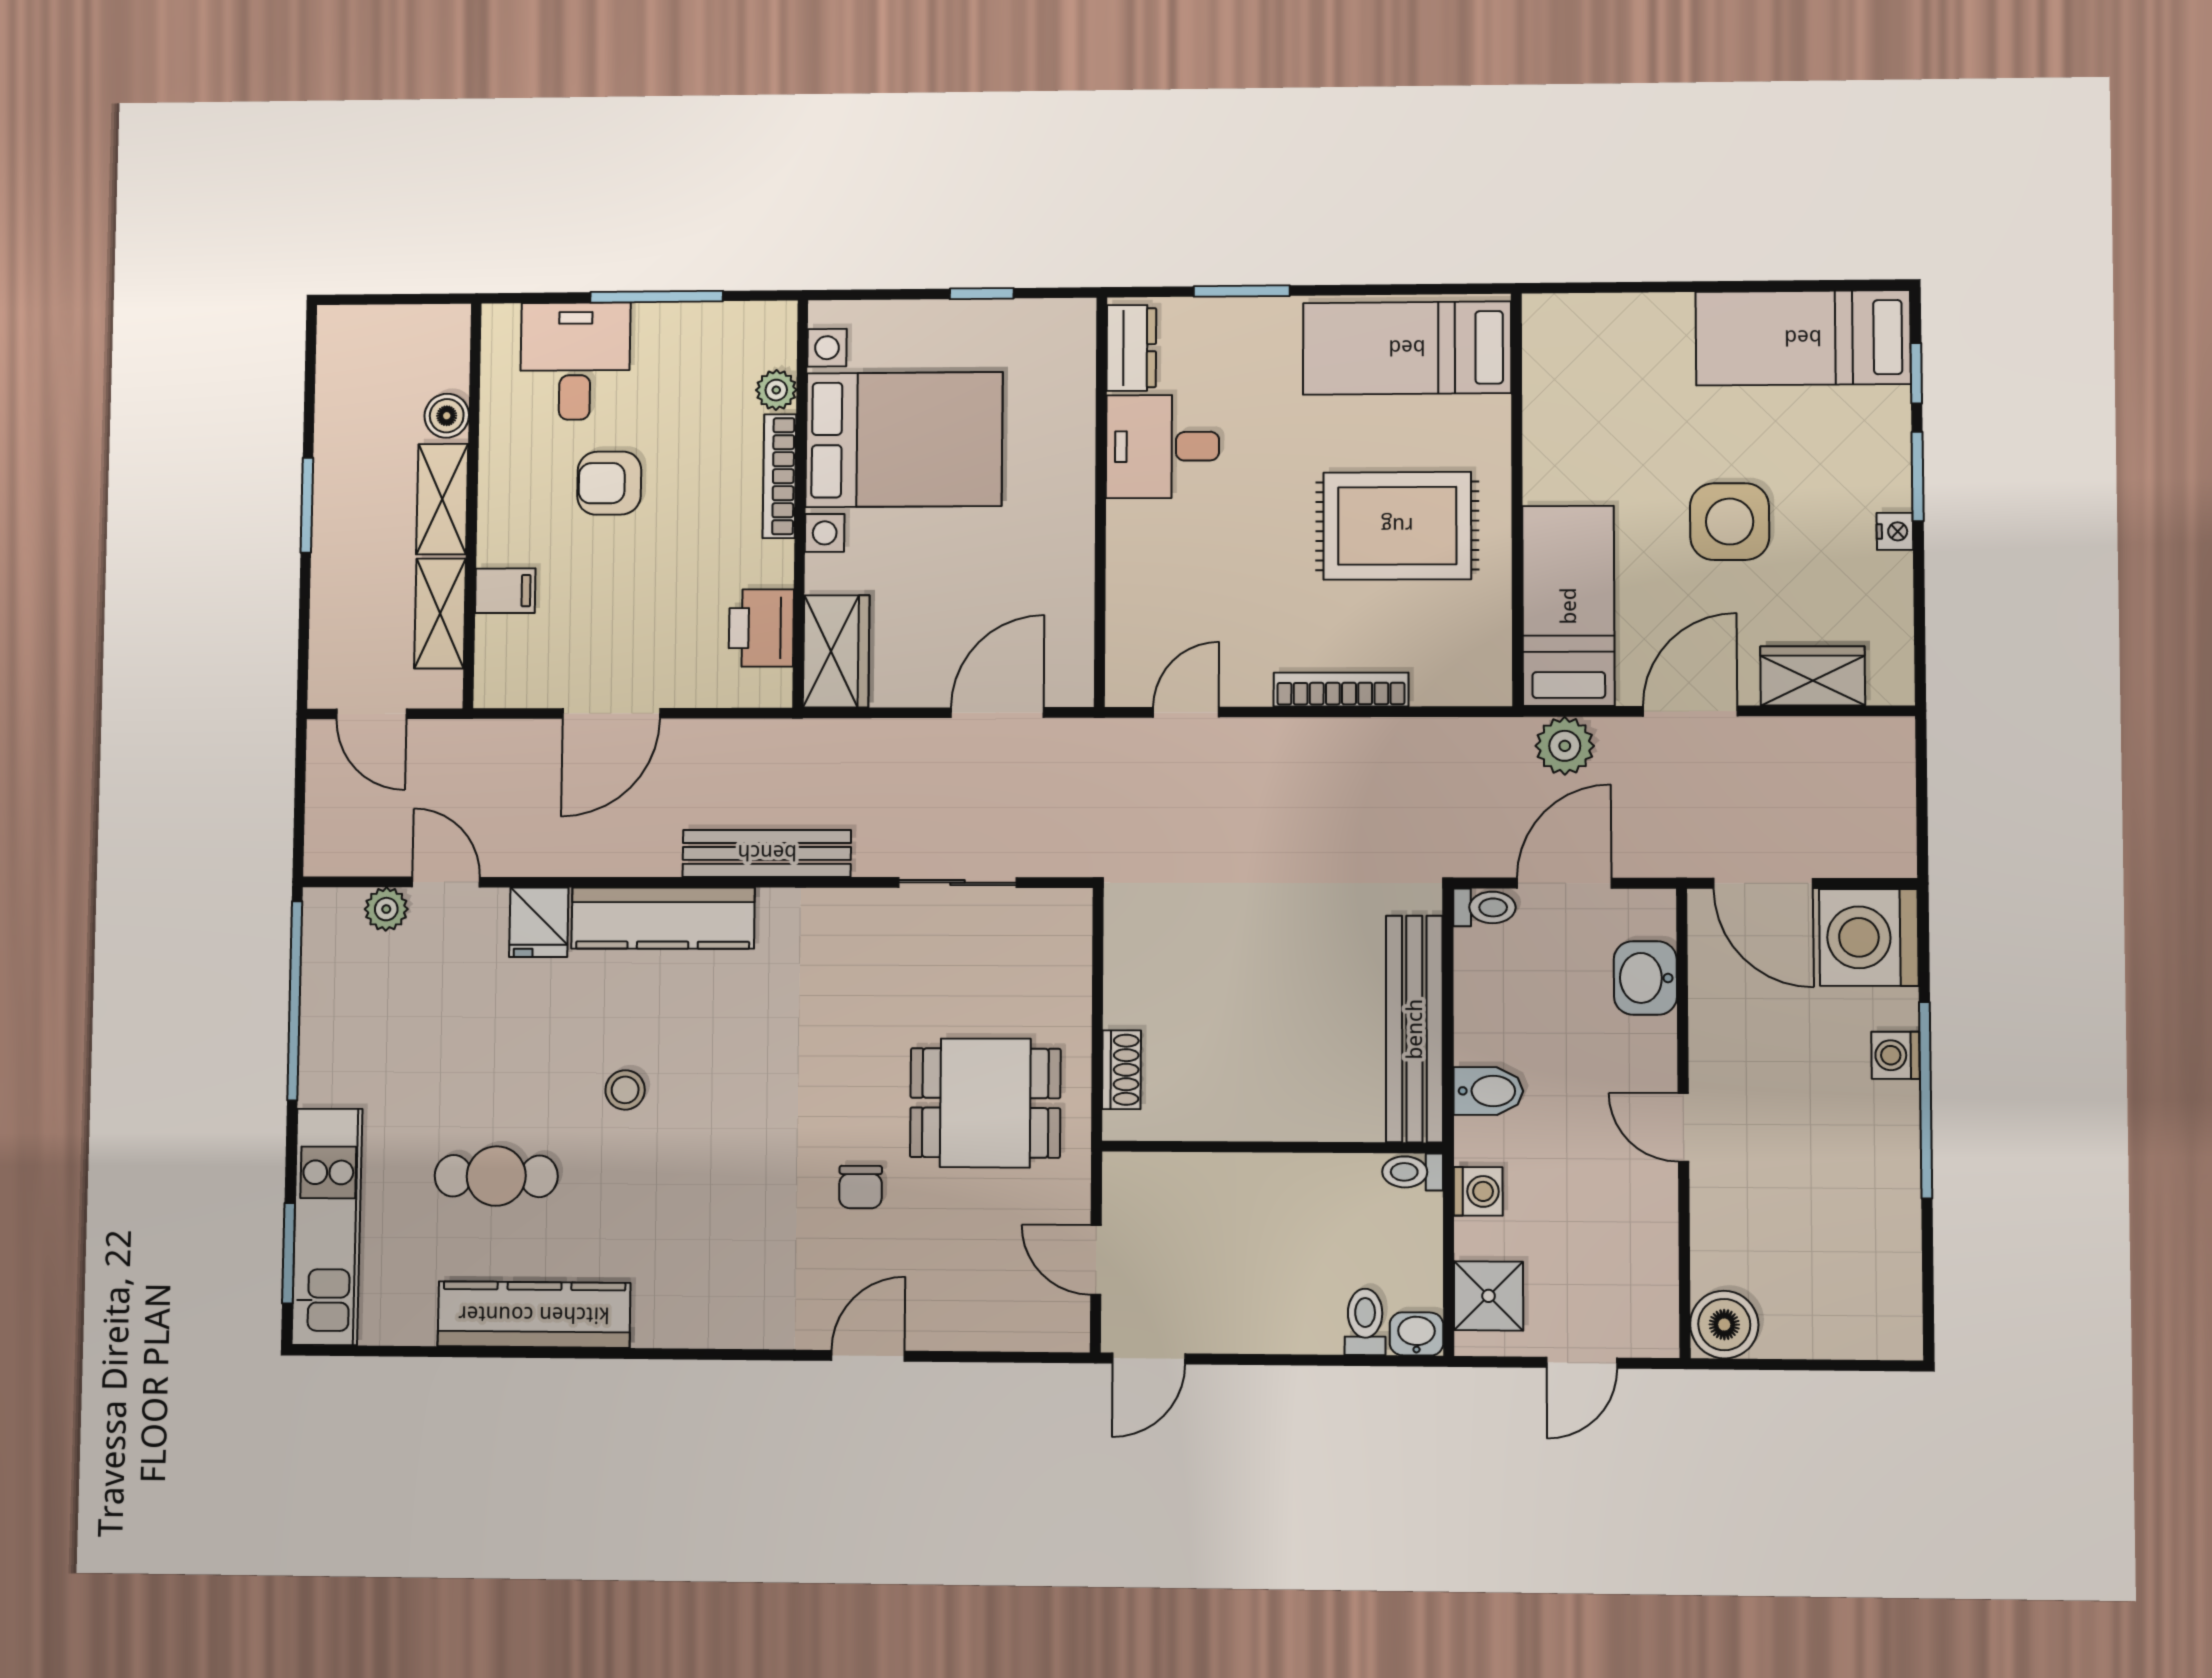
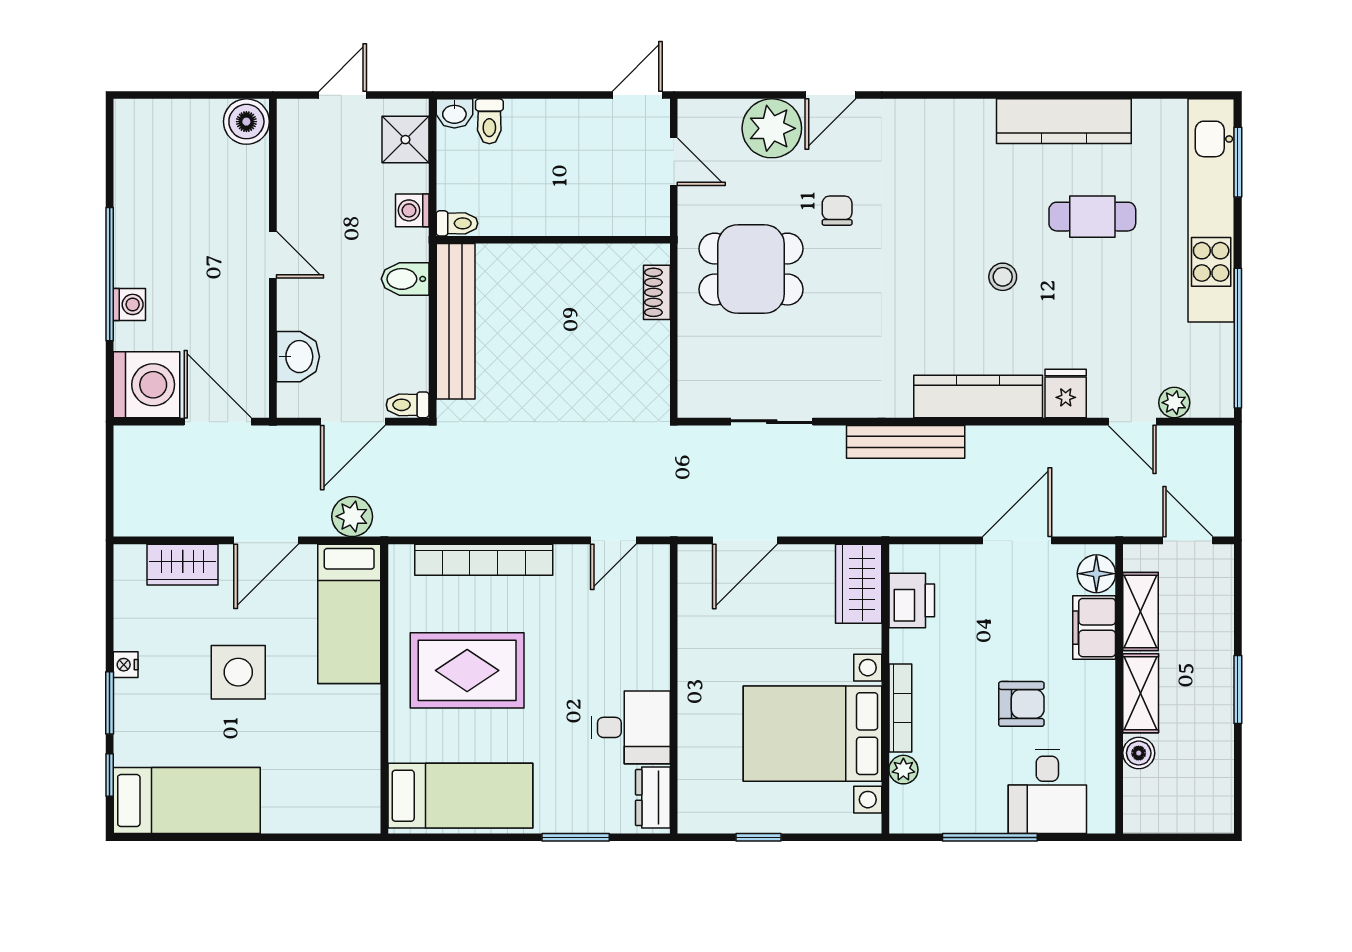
filing cabinet: (505, 591) -> (1094, 628), width x2.00
floor lamp: (501, 667) -> (1096, 574), added
bookcase: (1341, 689) -> (484, 560), width x1.48, depth x1.31
kitchen unit: (327, 1227) -> (1211, 210), width x1.36
plant: (953, 1308) -> (772, 128), added

